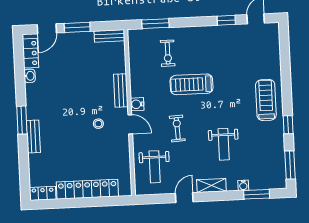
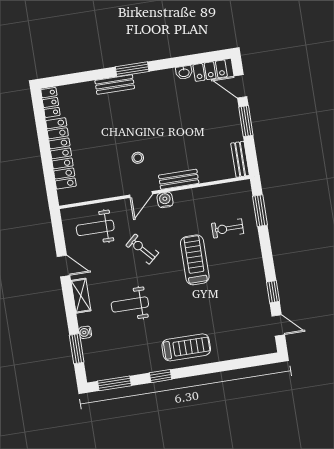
exercise bike: (177, 128) -> (142, 249), turned -129

